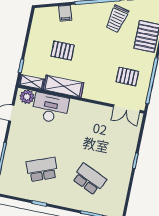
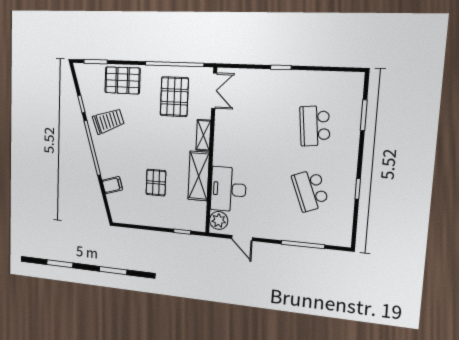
trolley: (117, 19) -> (108, 121), turned -34
pallet: (127, 77) -> (174, 97), width x1.50, depth x1.42
shelving: (32, 82) -> (203, 135), moved
school desk: (89, 179) -> (315, 126), turned -30

